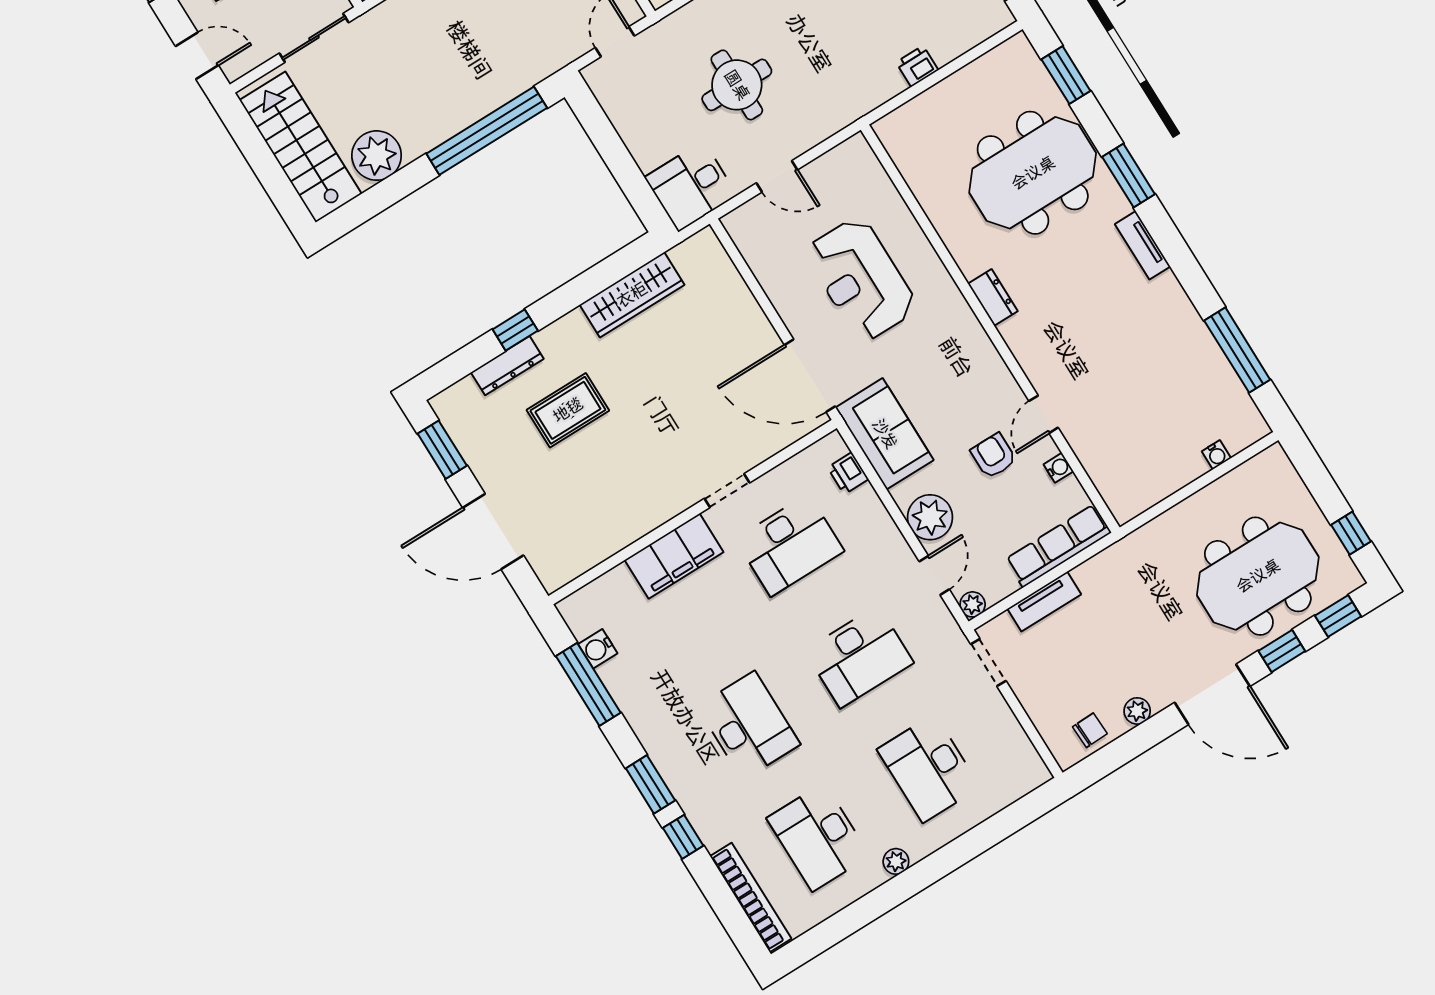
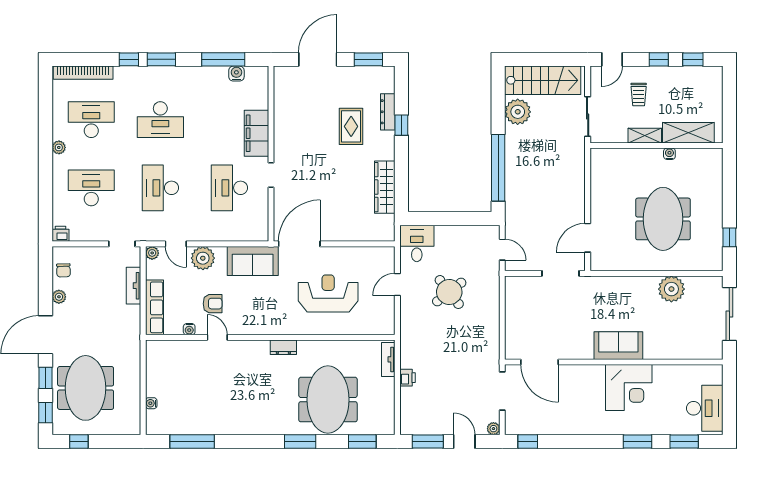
round table: (737, 85) -> (449, 292), turned -38
tv unit: (1143, 245) -> (388, 359), moved, turned -90
printer: (848, 473) -> (61, 234), moved

